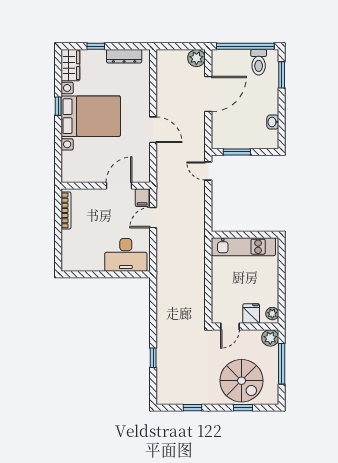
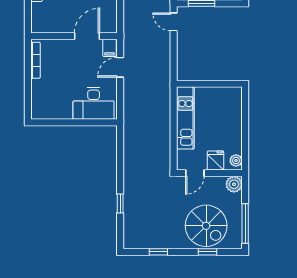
kitchen unit: (243, 247) -> (185, 118), moved, turned -90
window: (282, 364) -> (245, 223), moved

